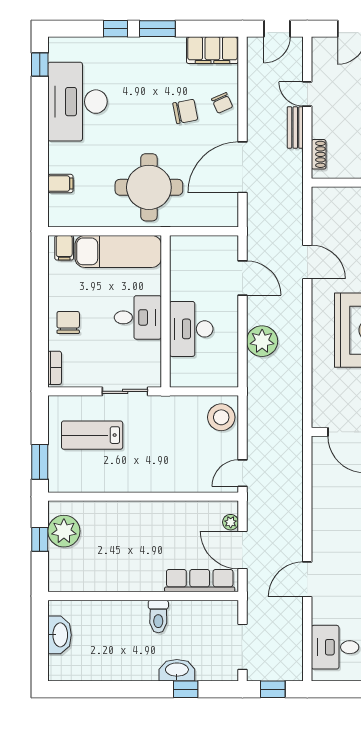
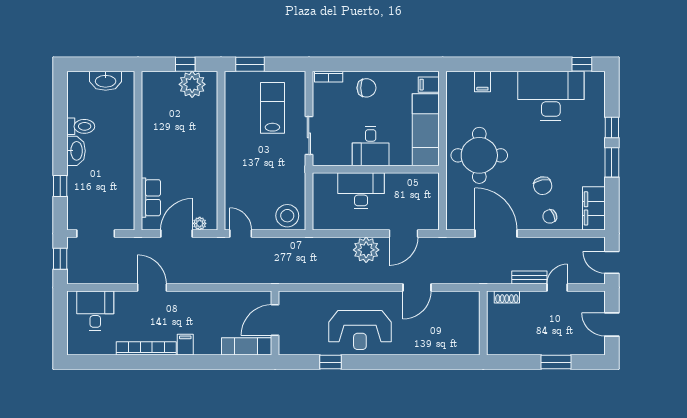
plant: (262, 341) -> (366, 250), moved
row of seats: (200, 581) -> (151, 198), width x0.68
toilet: (158, 617) -> (81, 126), moved, turned 180
washbasin: (177, 670) -> (76, 151), moved

